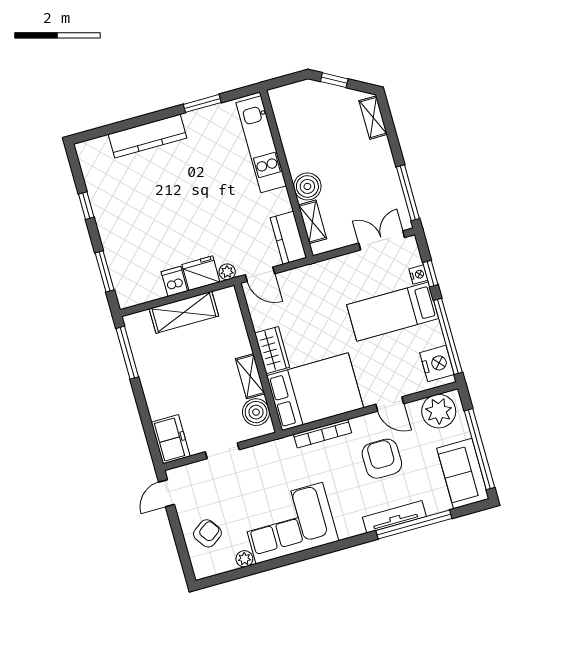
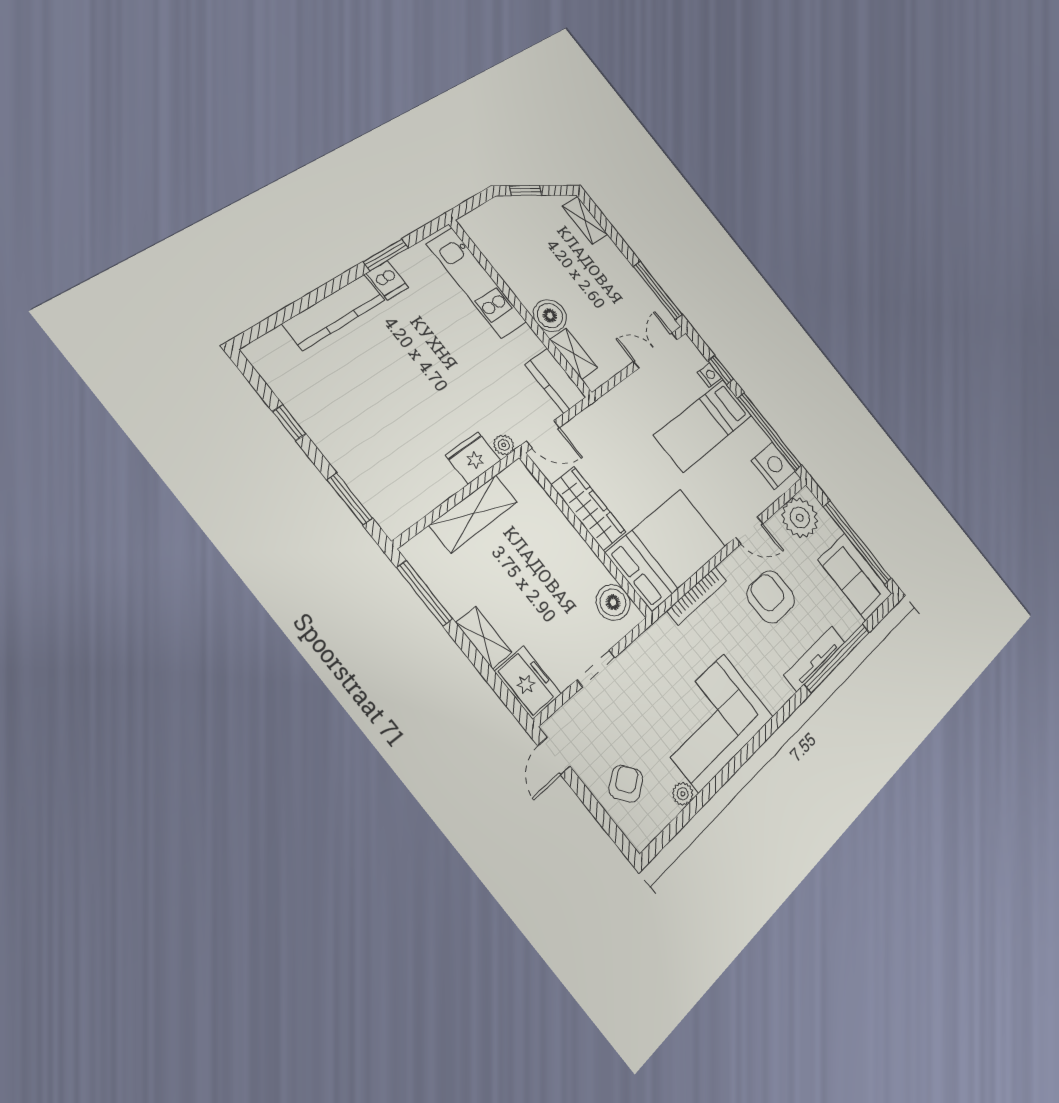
dishwasher: (174, 281) -> (387, 280), moved, turned 180
wardrobe: (272, 350) -> (588, 508), width x1.50
shelving: (250, 376) -> (484, 638), moved

